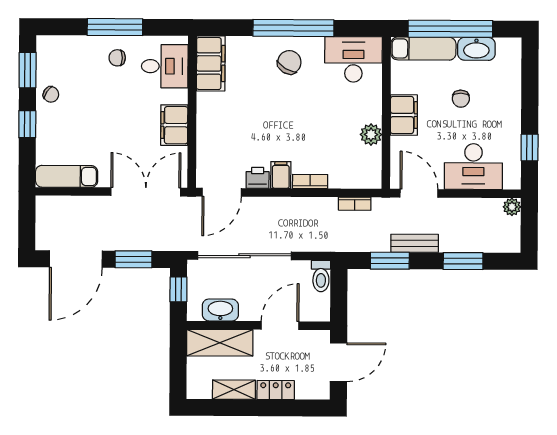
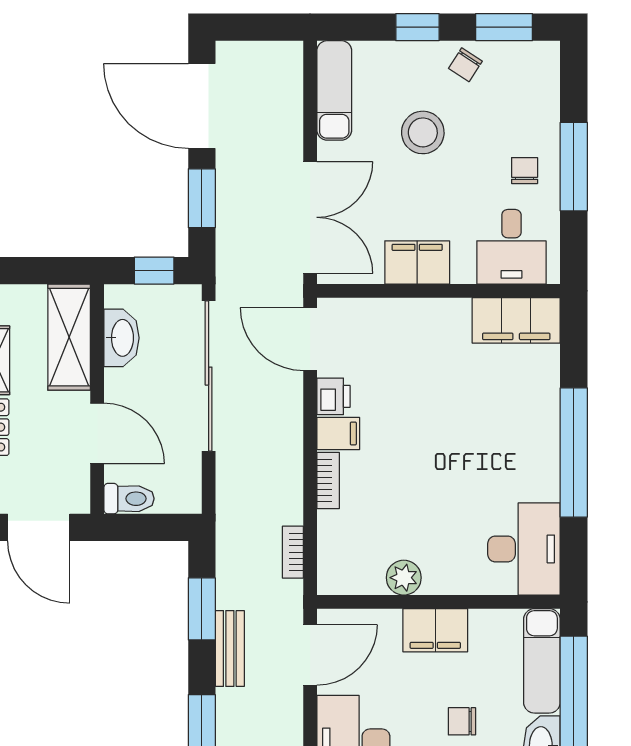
chair: (289, 62) -> (519, 446), removed
stool: (93, 121) -> (423, 132), added
toilet: (321, 276) -> (129, 499), moved, turned 180

